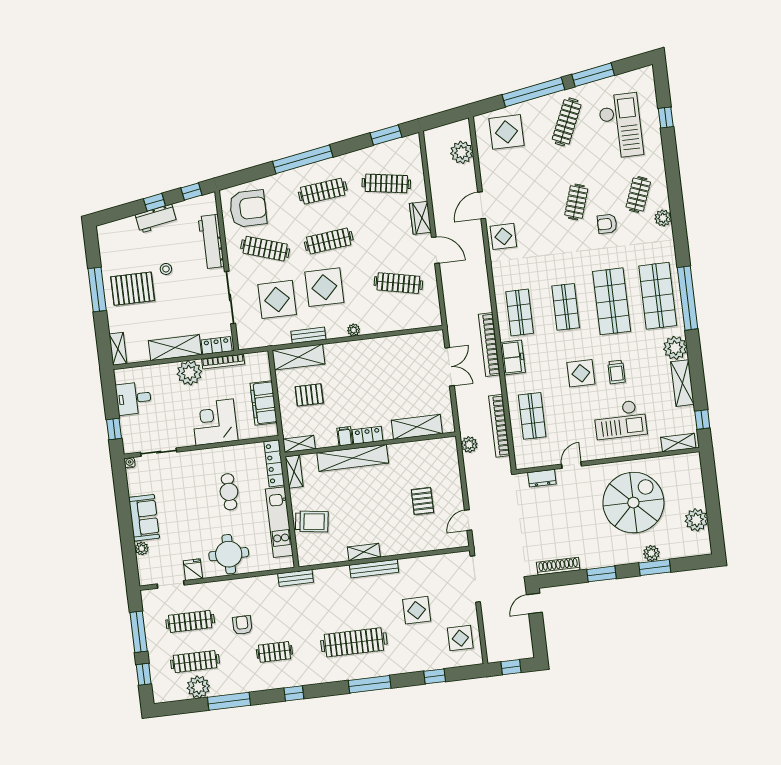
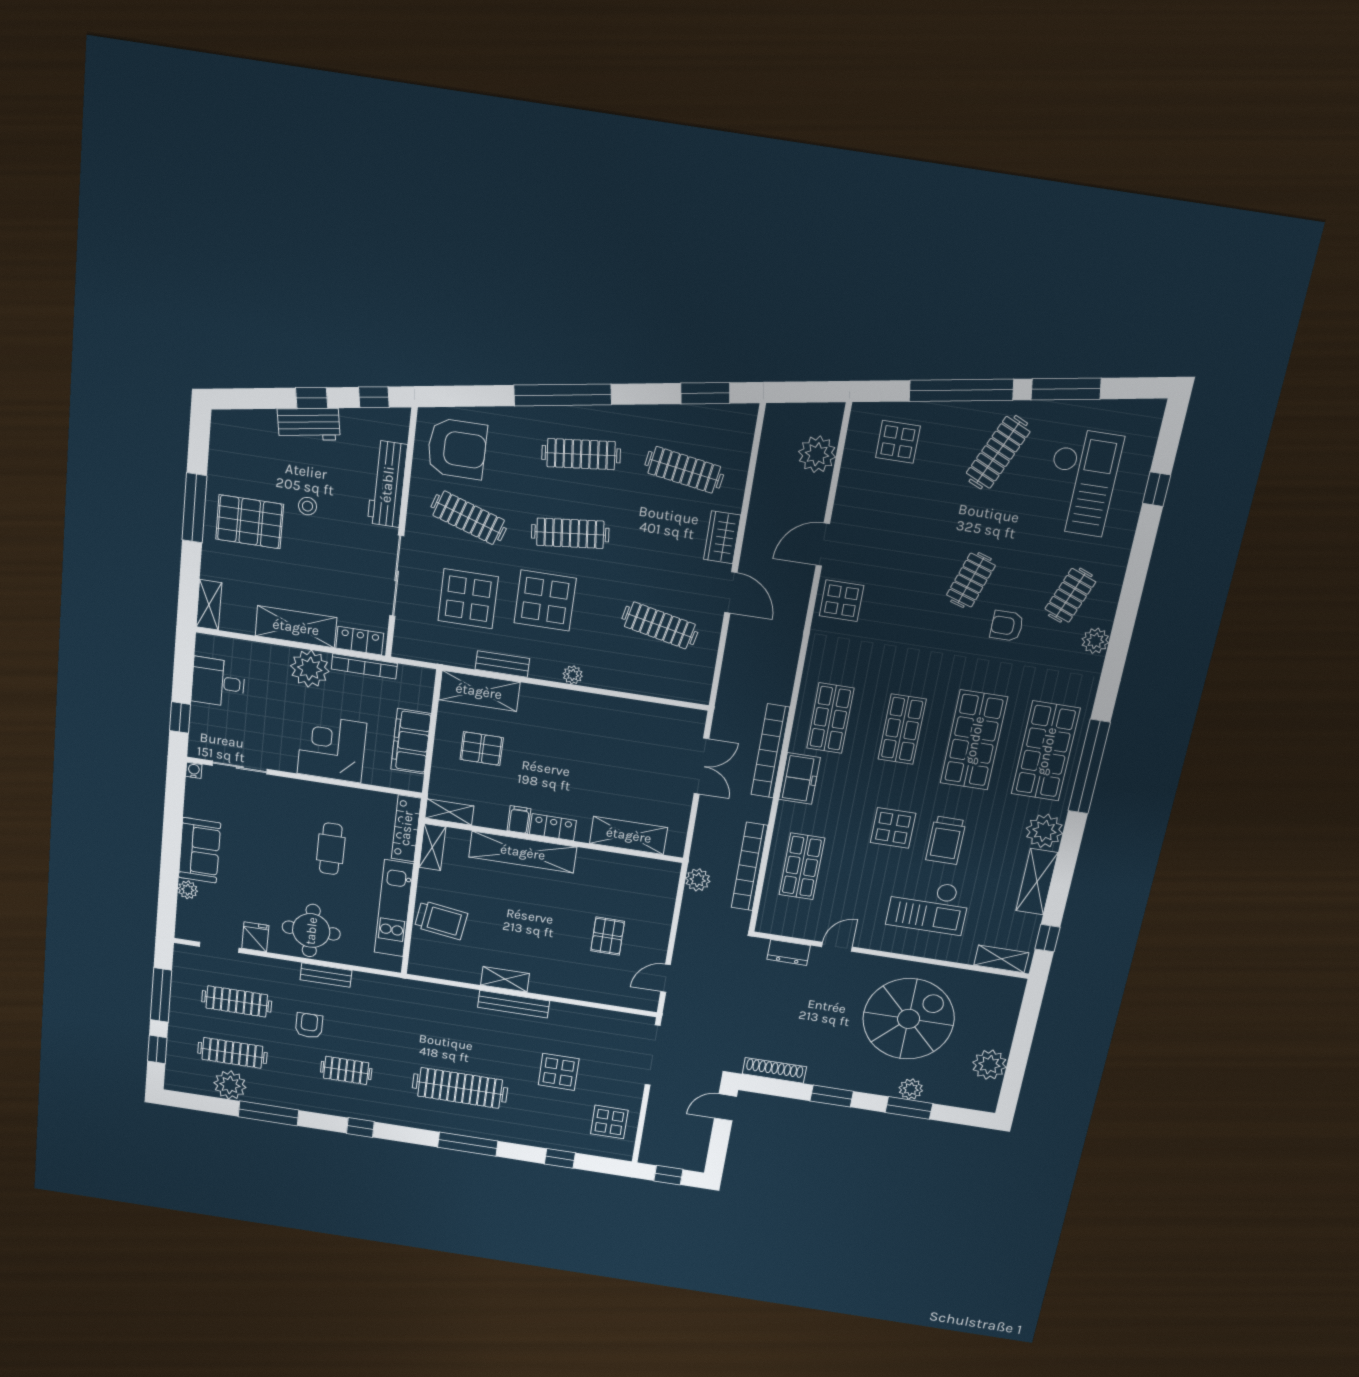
display table: (507, 132) -> (898, 442), width x0.73, depth x0.73
trolley: (616, 372) -> (946, 840), width x1.36, depth x1.39
bench: (296, 578) -> (326, 975), moved

